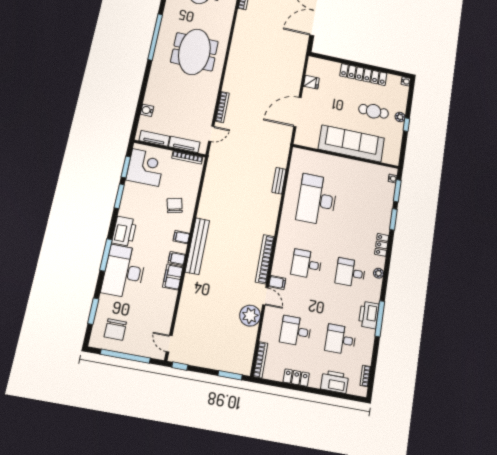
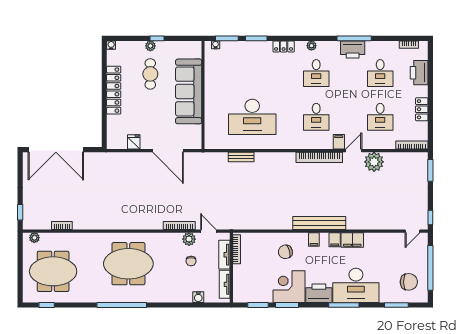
chair: (185, 111) -> (191, 261), added
plant: (207, 114) -> (189, 239), added
corner desk: (145, 167) -> (289, 287), moved

